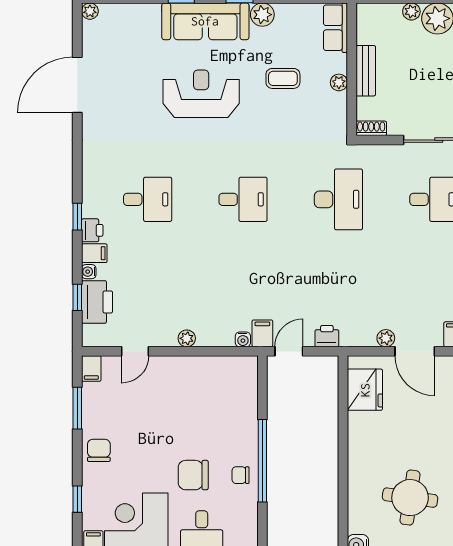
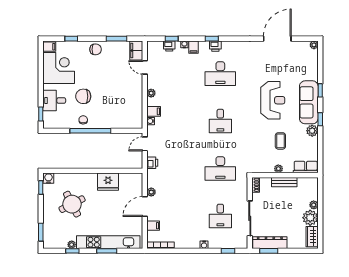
door: (77, 85) -> (277, 39), hinge flipped
desk: (148, 199) -> (220, 74), width x1.37
printer: (92, 230) -> (215, 46), moved
printer: (97, 302) -> (169, 46), width x0.53, depth x0.68
filing cabinet: (262, 333) -> (154, 111), moved
door: (289, 351) -> (145, 144), swing flipped
filing cabinet: (91, 369) -> (136, 50), width x2.00
fridge: (365, 390) -> (108, 182), moved
chair: (193, 475) -> (83, 96), turned -90
round table: (410, 498) -> (72, 204), turned -35

